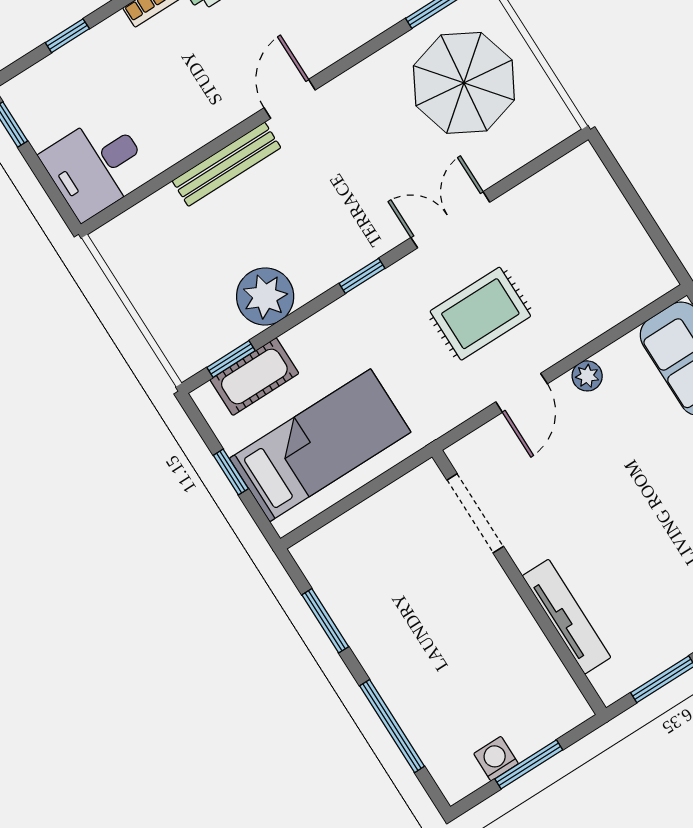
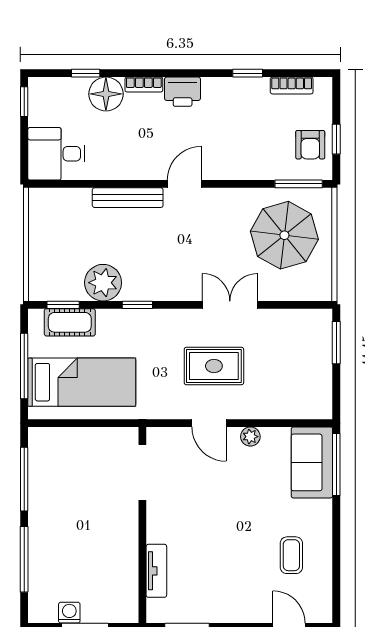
floor lamp: (111, 46) -> (106, 94), added
window: (622, 181) -> (336, 343), added
window: (362, 276) -> (137, 305), moved
door: (522, 393) -> (209, 423), hinge flipped
window: (231, 472) -> (24, 366), width x2.17
tv unit: (567, 617) -> (156, 571), width x0.71
window: (325, 621) -> (24, 479), width x1.44

